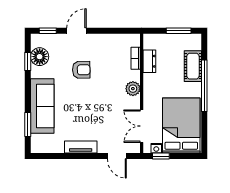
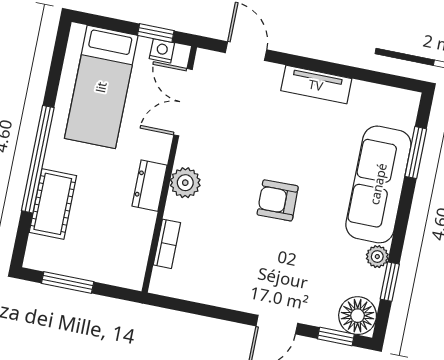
floor lamp: (40, 57) -> (358, 316), moved
dresser: (149, 61) -> (149, 186), moved
armchair: (81, 70) -> (278, 200), moved
plant: (36, 72) -> (377, 257), added
double door: (142, 126) -> (183, 102), swing flipped
bed: (181, 126) -> (101, 87), width x0.67

